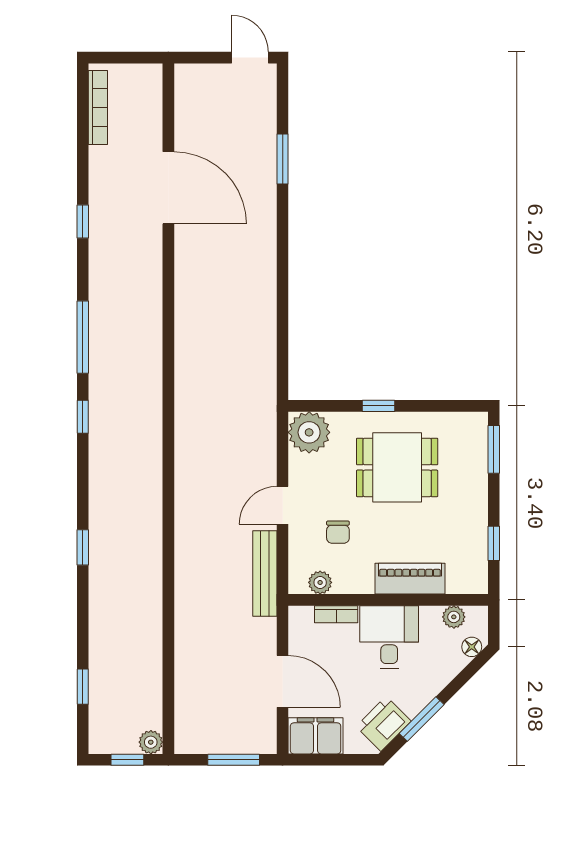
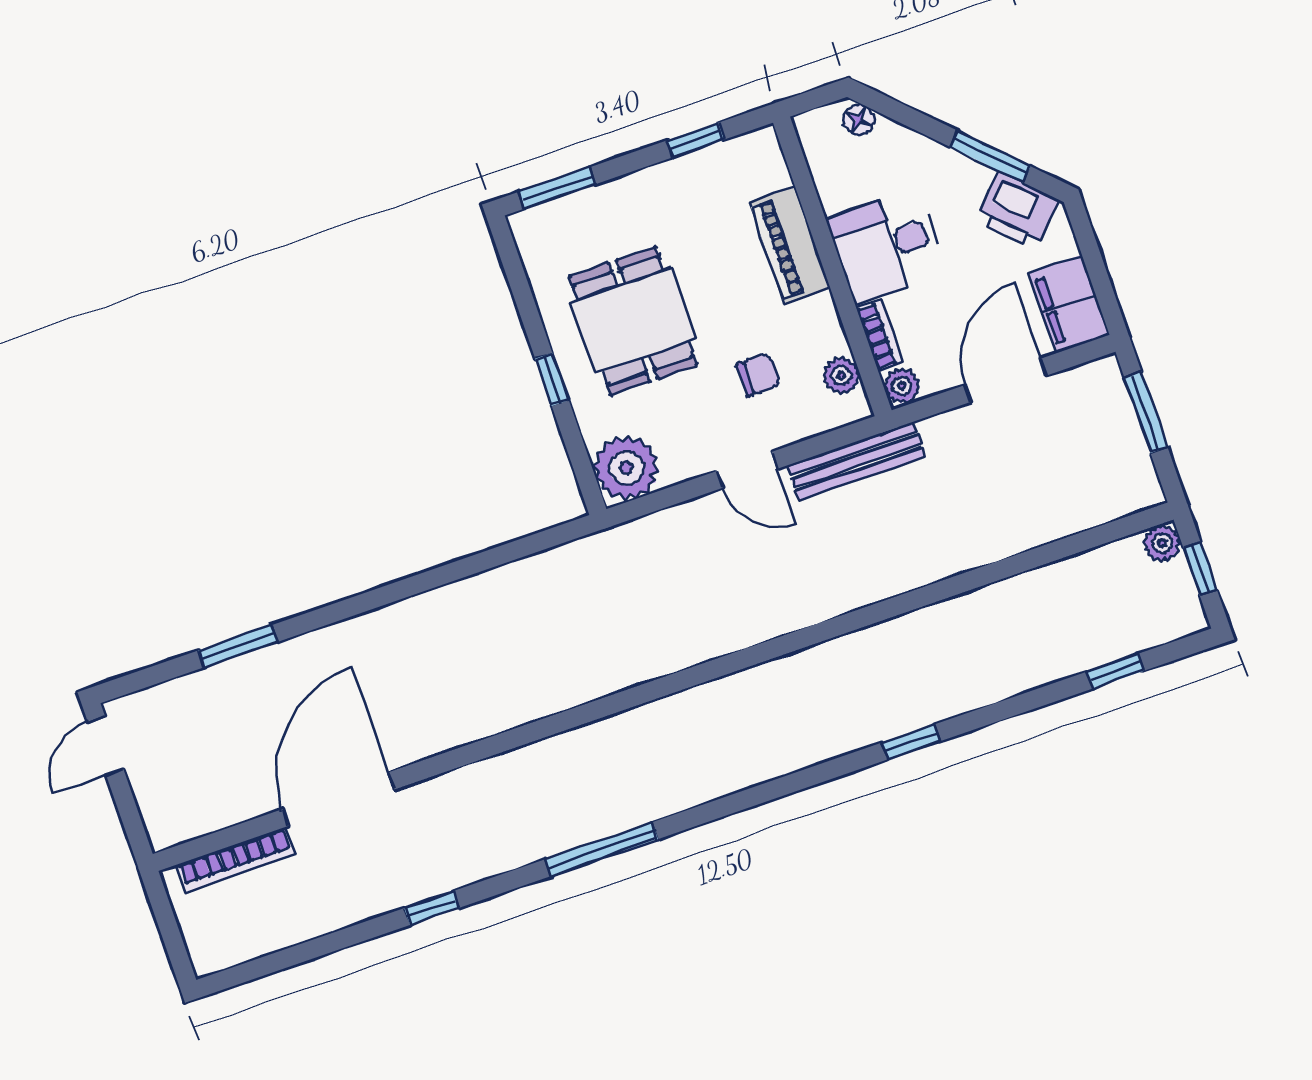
bookcase: (98, 108) -> (236, 860), moved, turned 180
window: (83, 417) -> (719, 809), removed
plant: (454, 617) -> (902, 386), moved

